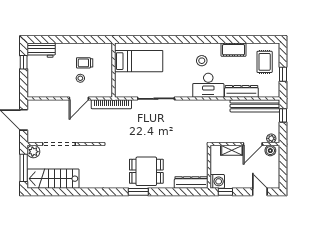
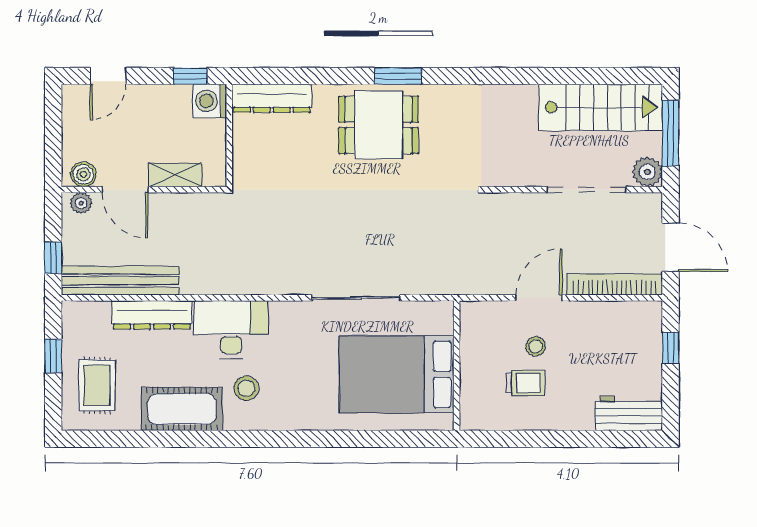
cot: (234, 50) -> (182, 409), width x1.37, depth x1.34
bed: (139, 61) -> (397, 374), width x1.50
window: (24, 62) -> (671, 348), moved
bookcase: (111, 104) -> (615, 284), moved
door: (253, 144) -> (125, 190), swing flipped
door: (260, 192) -> (108, 76), hinge flipped

